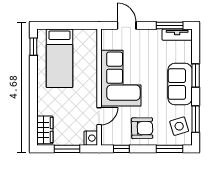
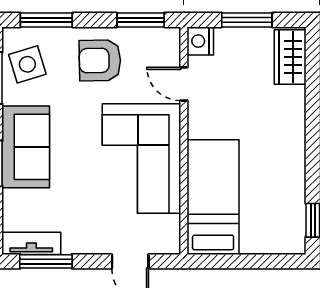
bed: (60, 58) -> (213, 197), moved
door: (99, 116) -> (184, 84), hinge flipped
window: (121, 149) -> (141, 20), width x1.50

